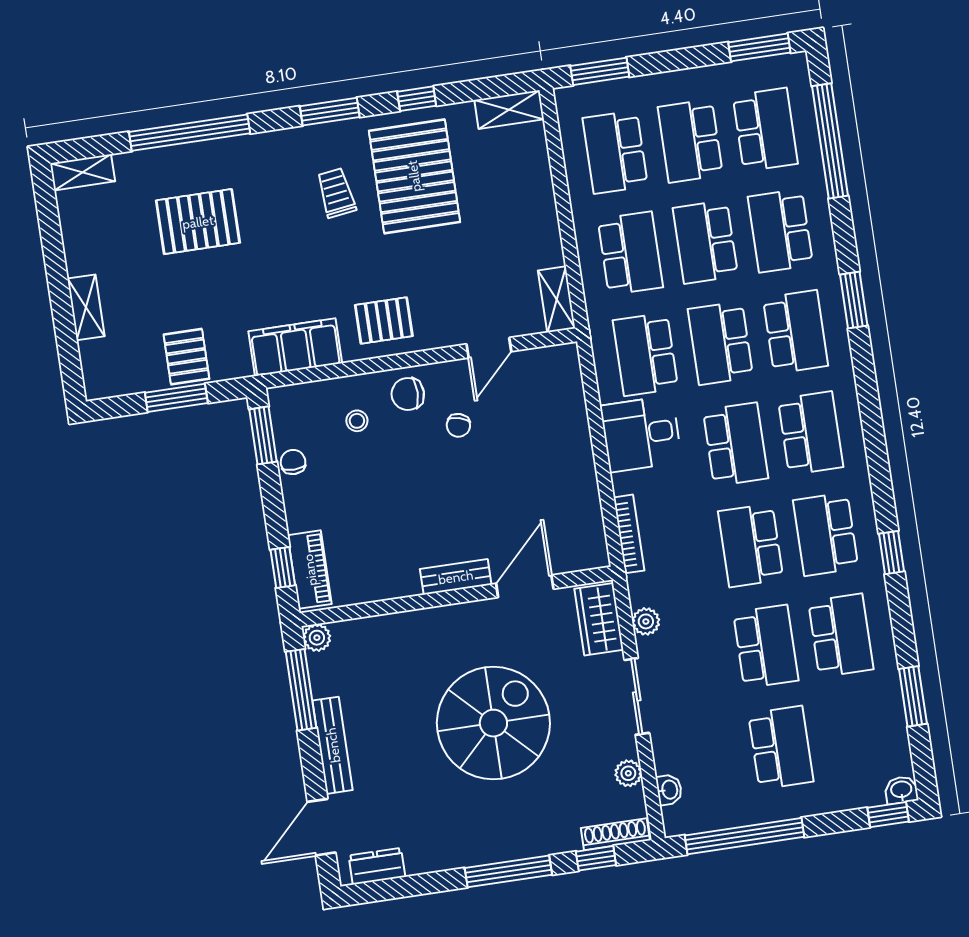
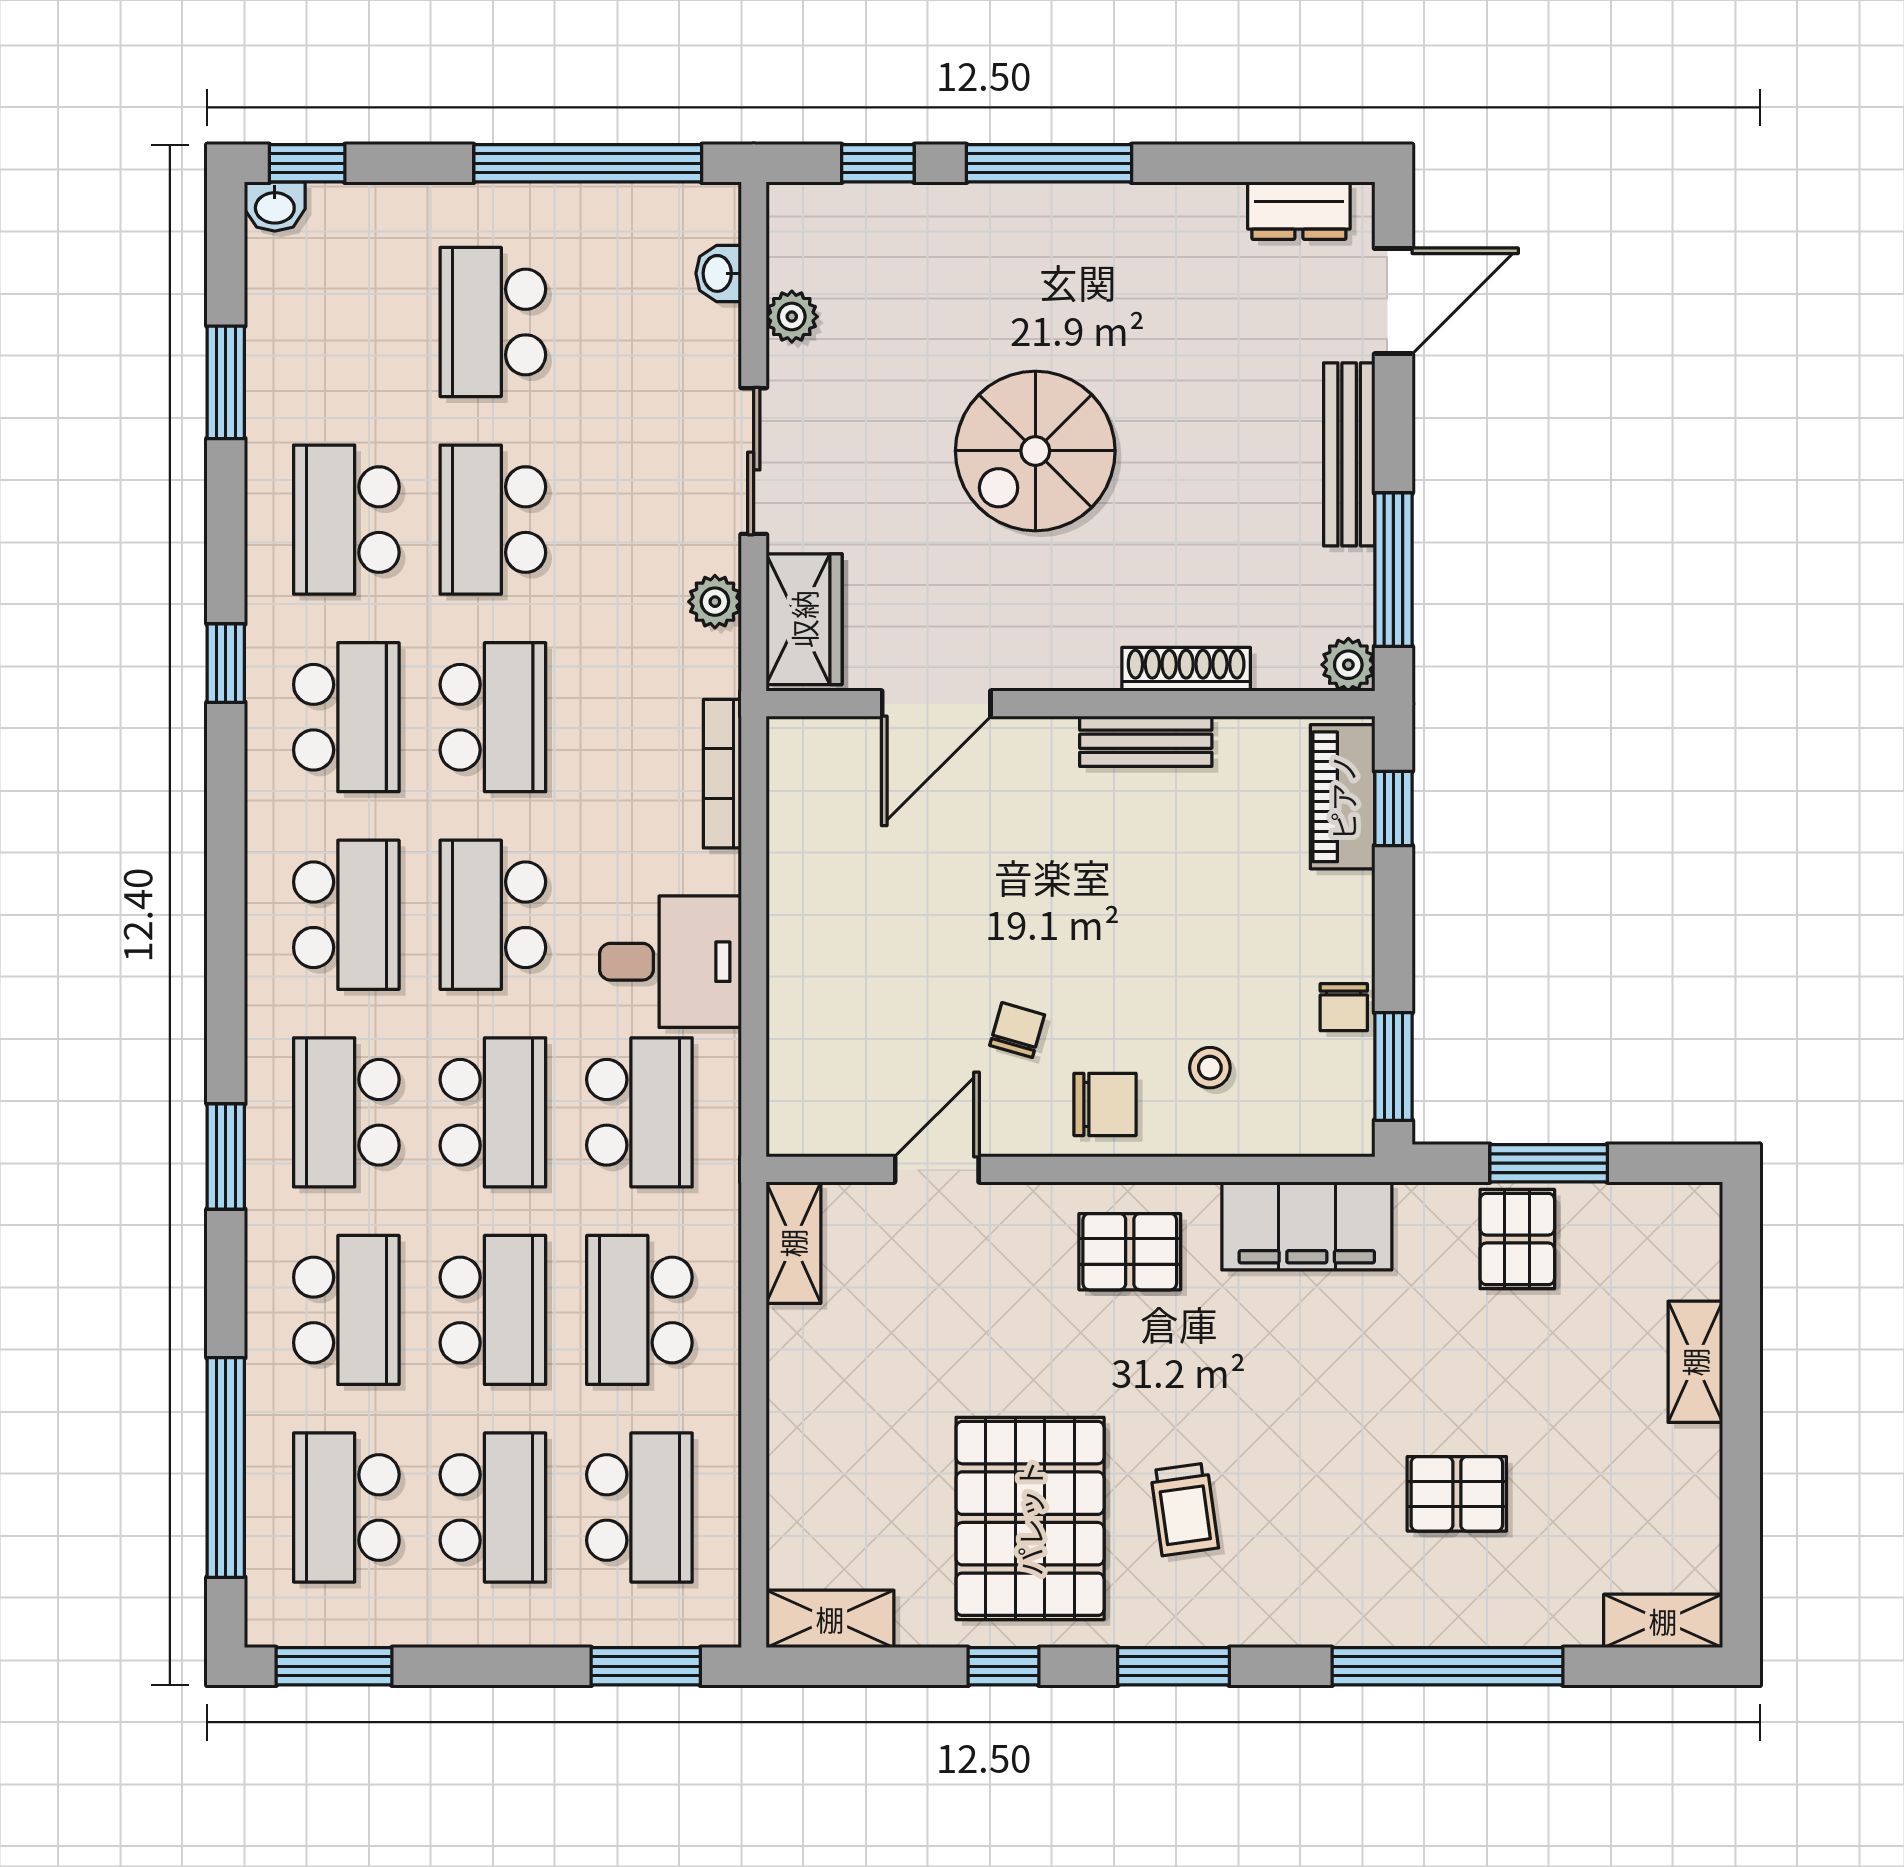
pallet: (198, 222) -> (1457, 1494), width x0.67, depth x0.71
school desk: (811, 433) -> (346, 915), turned 180
bench: (456, 577) -> (1146, 741), moved
spiral stairs: (493, 723) -> (1035, 451), width x0.73, depth x0.73
shoe rack: (615, 834) -> (1186, 669), moved, turned 180

